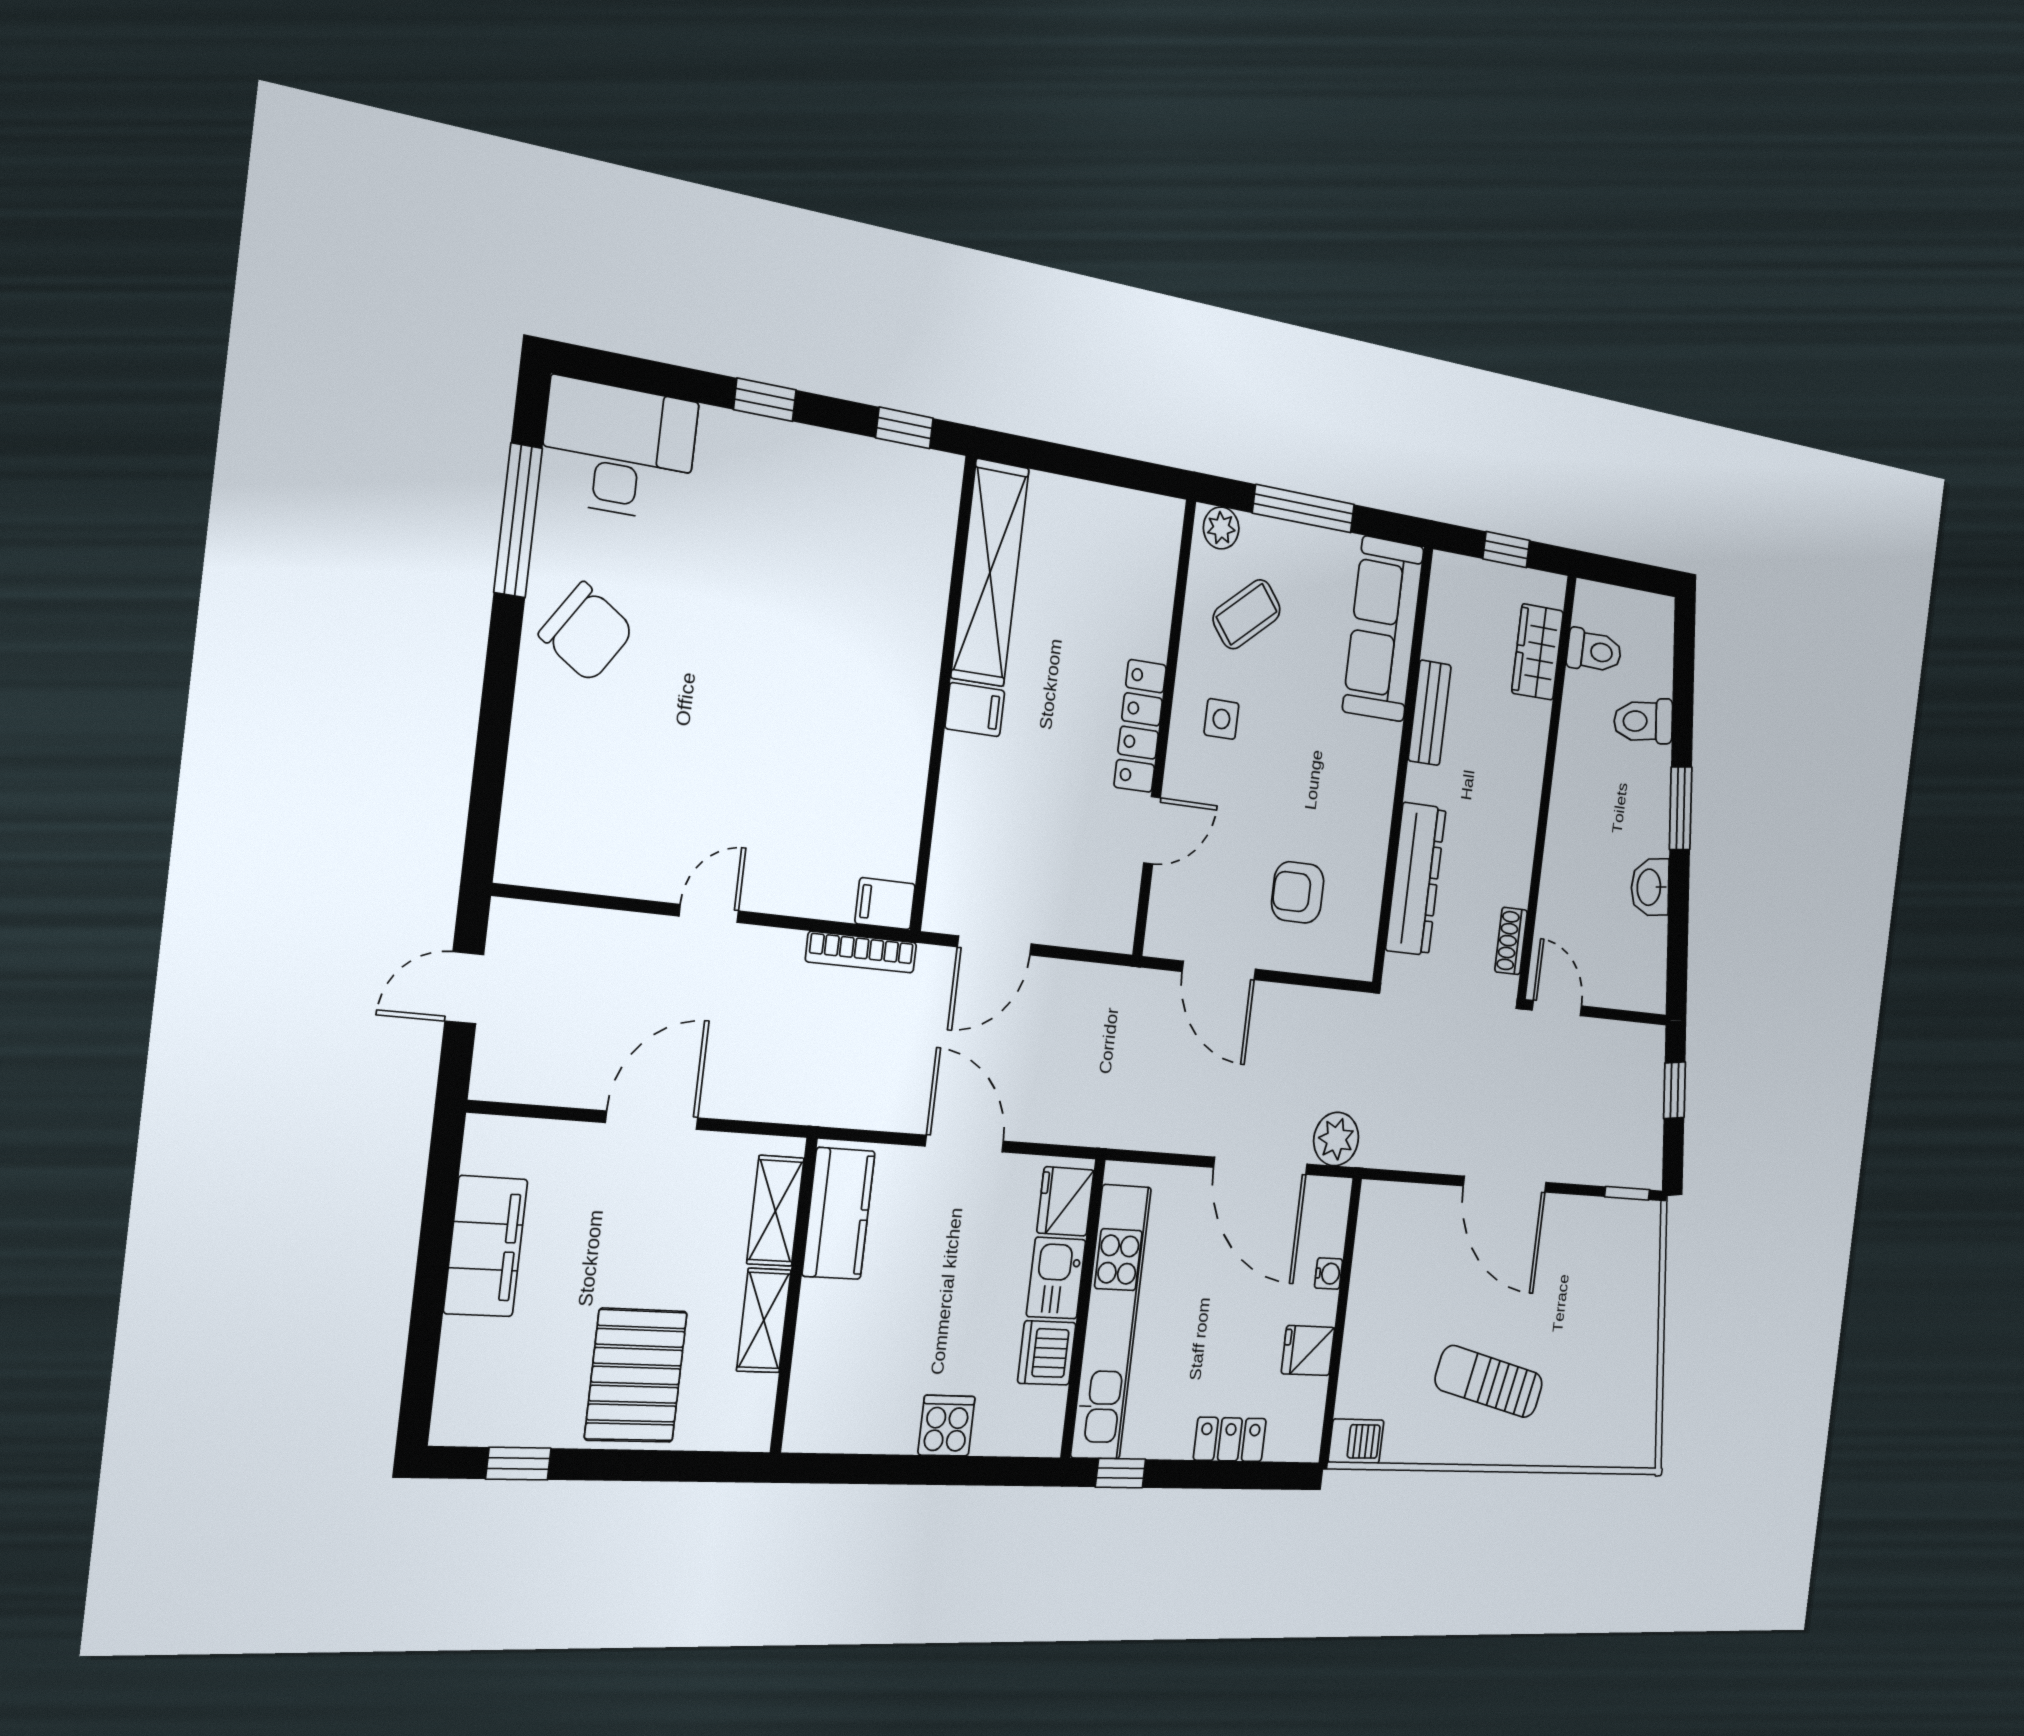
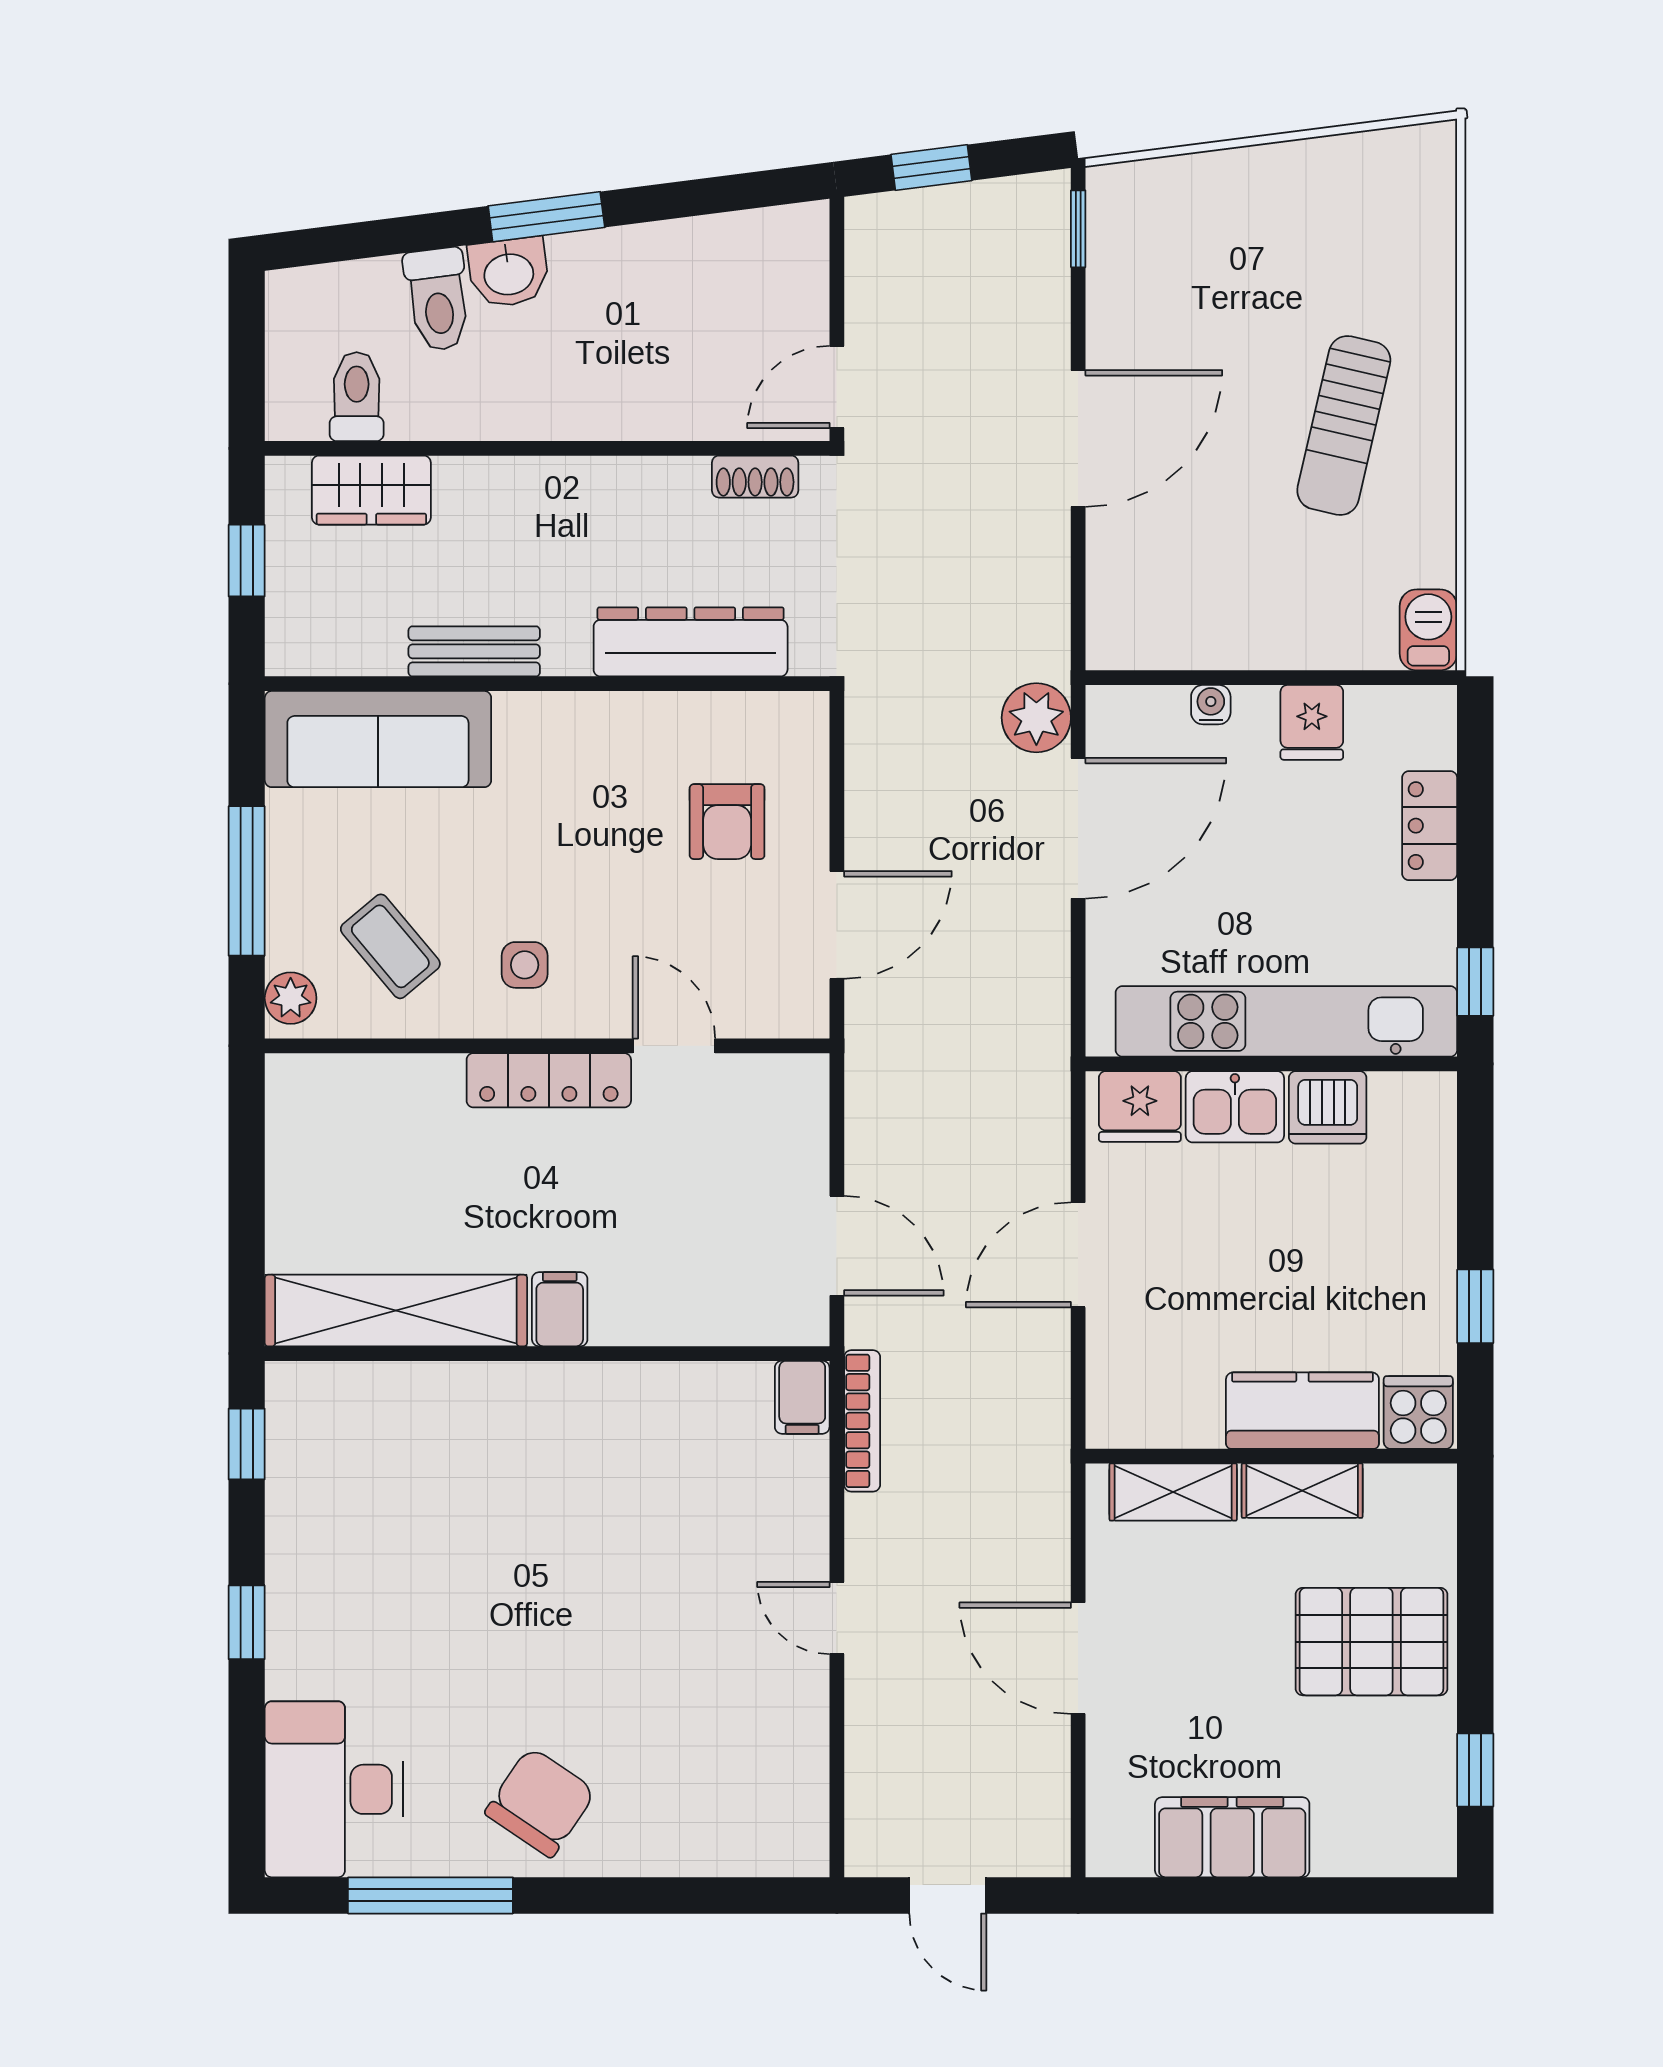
washbasin: (1650, 887) -> (509, 272), moved
kitchen counter: (839, 1214) -> (1302, 1411), moved
cooker: (946, 1426) -> (1418, 1412), moved, turned 90
window: (888, 1469) -> (1475, 1306), added

